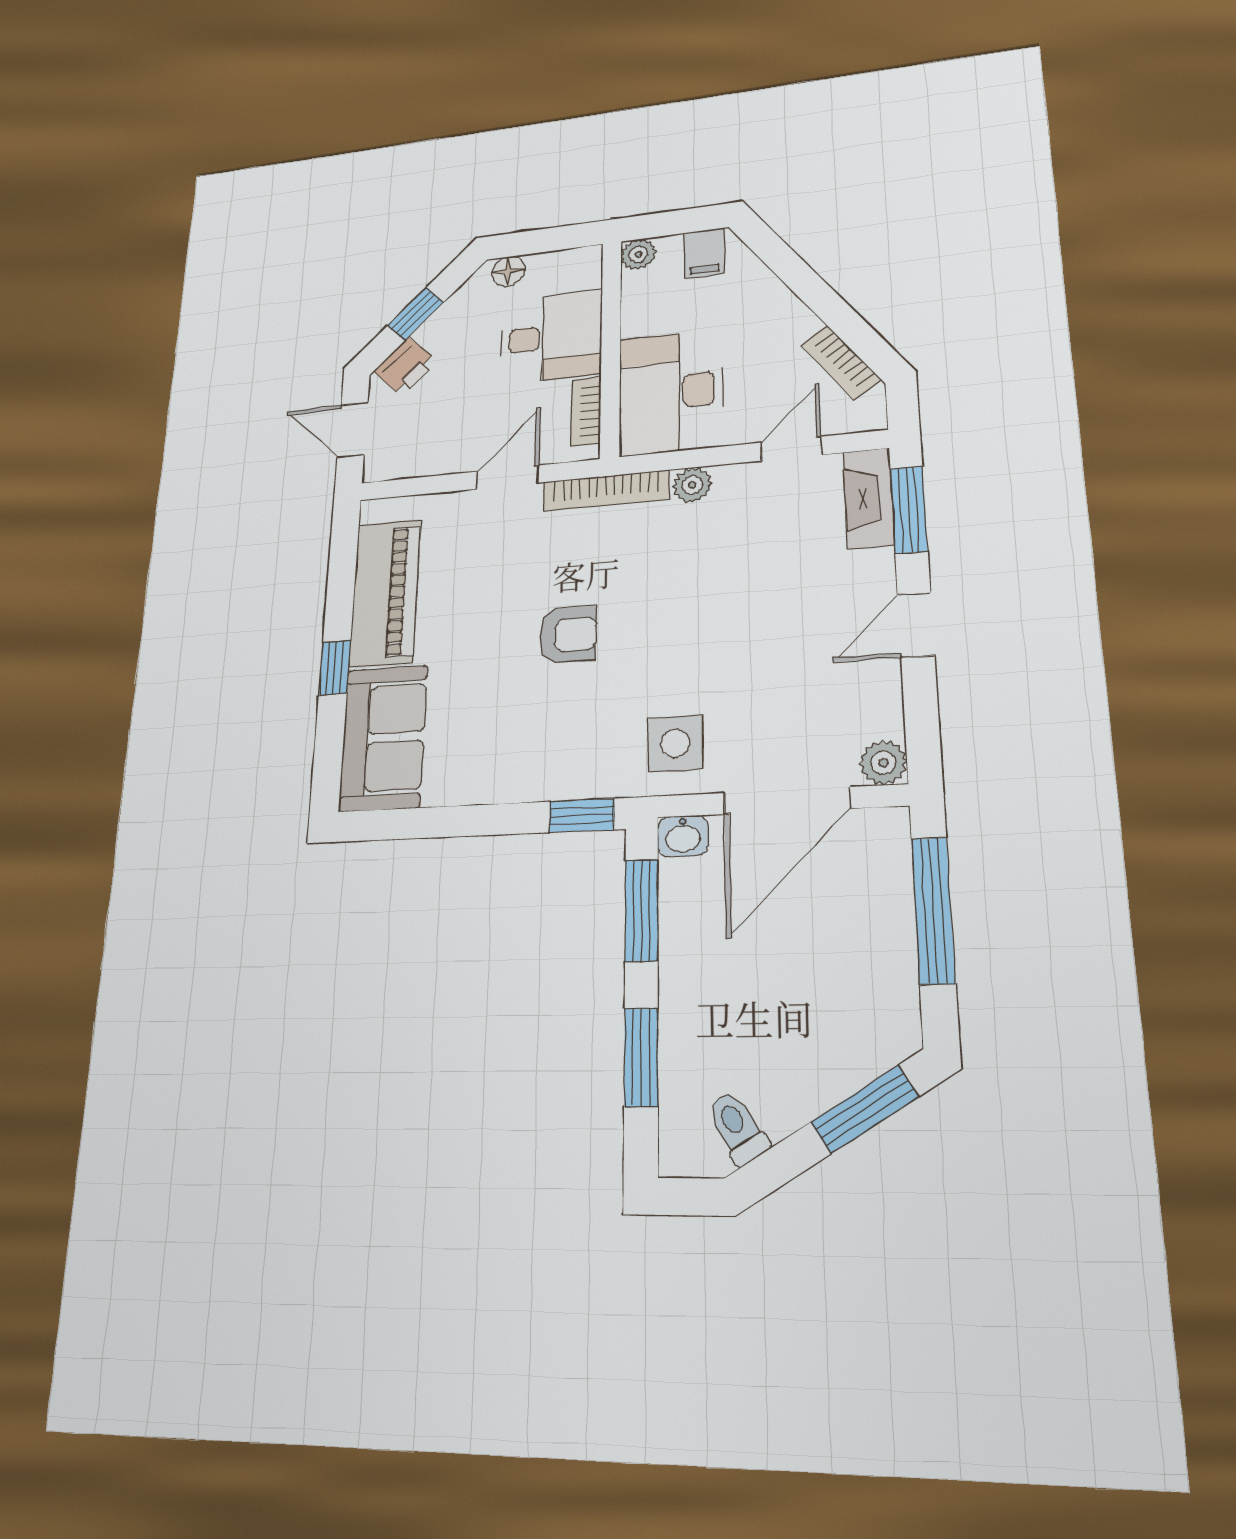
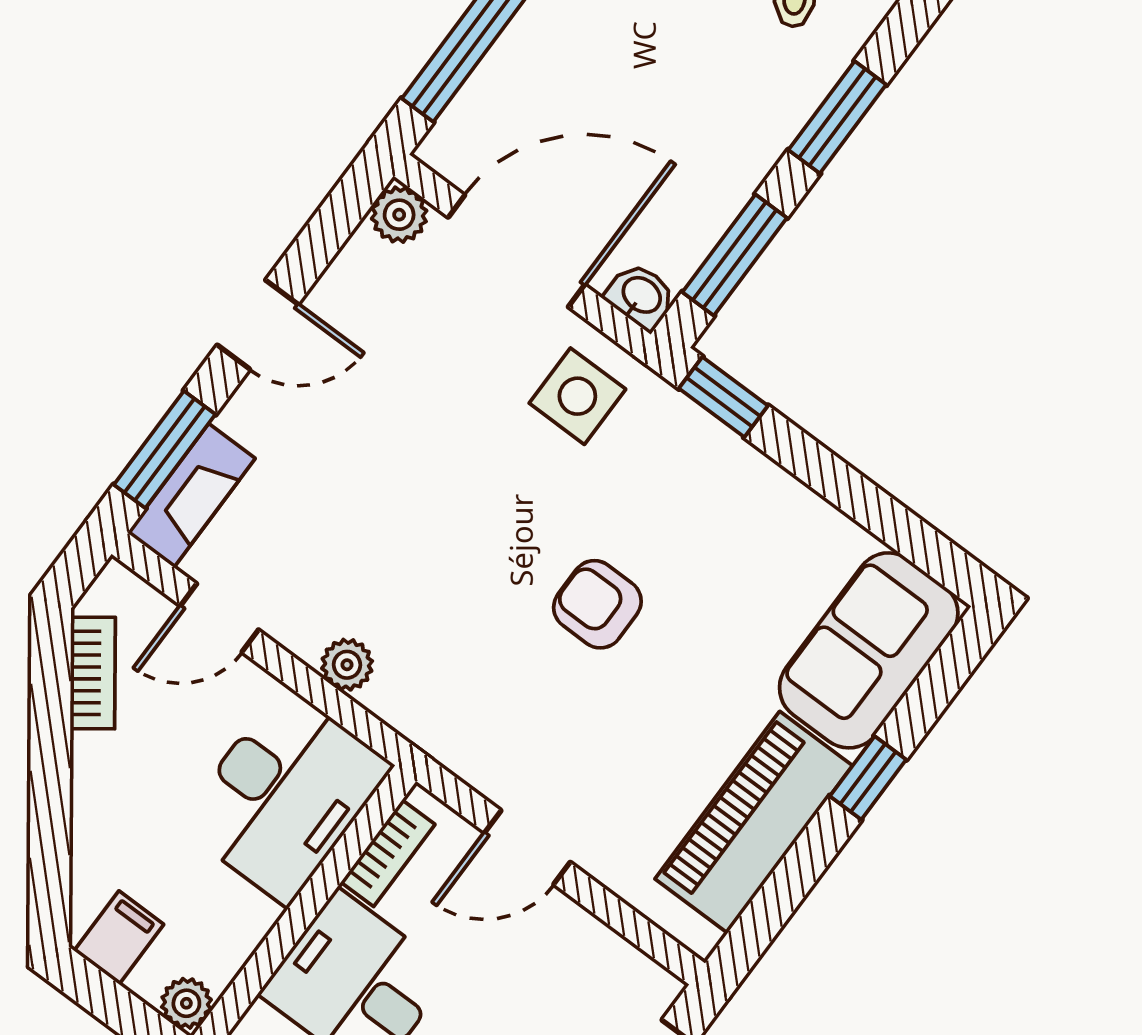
bookcase: (606, 491) -> (438, 737), removed

